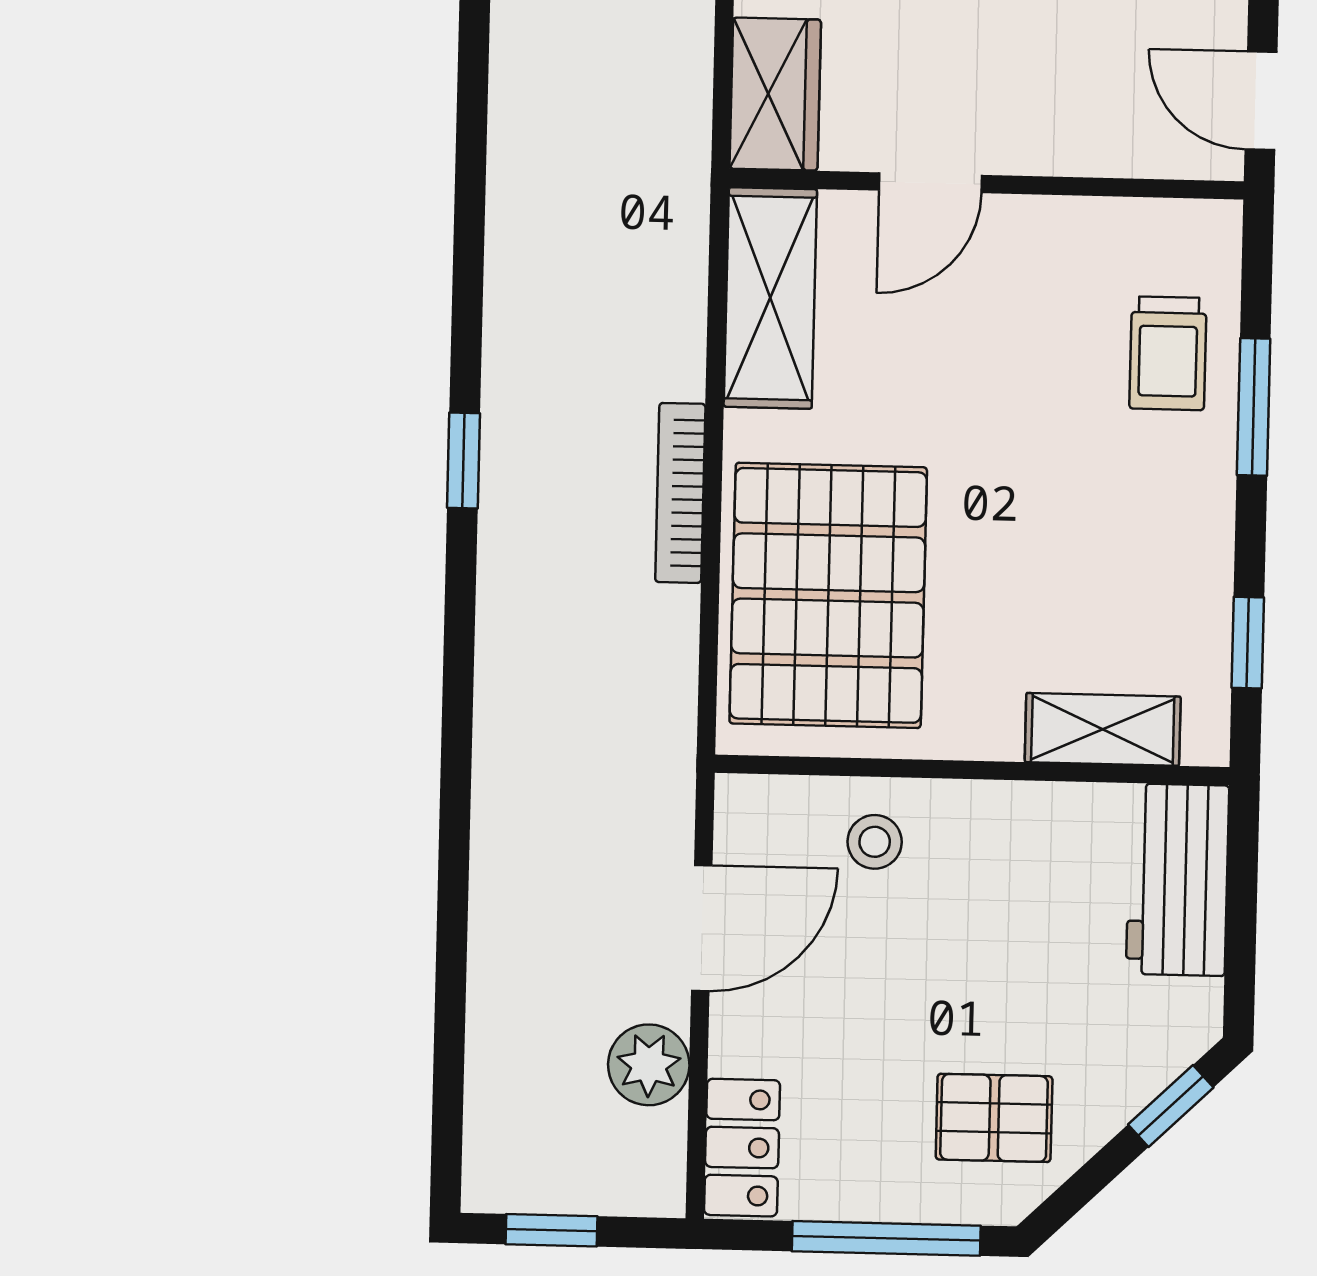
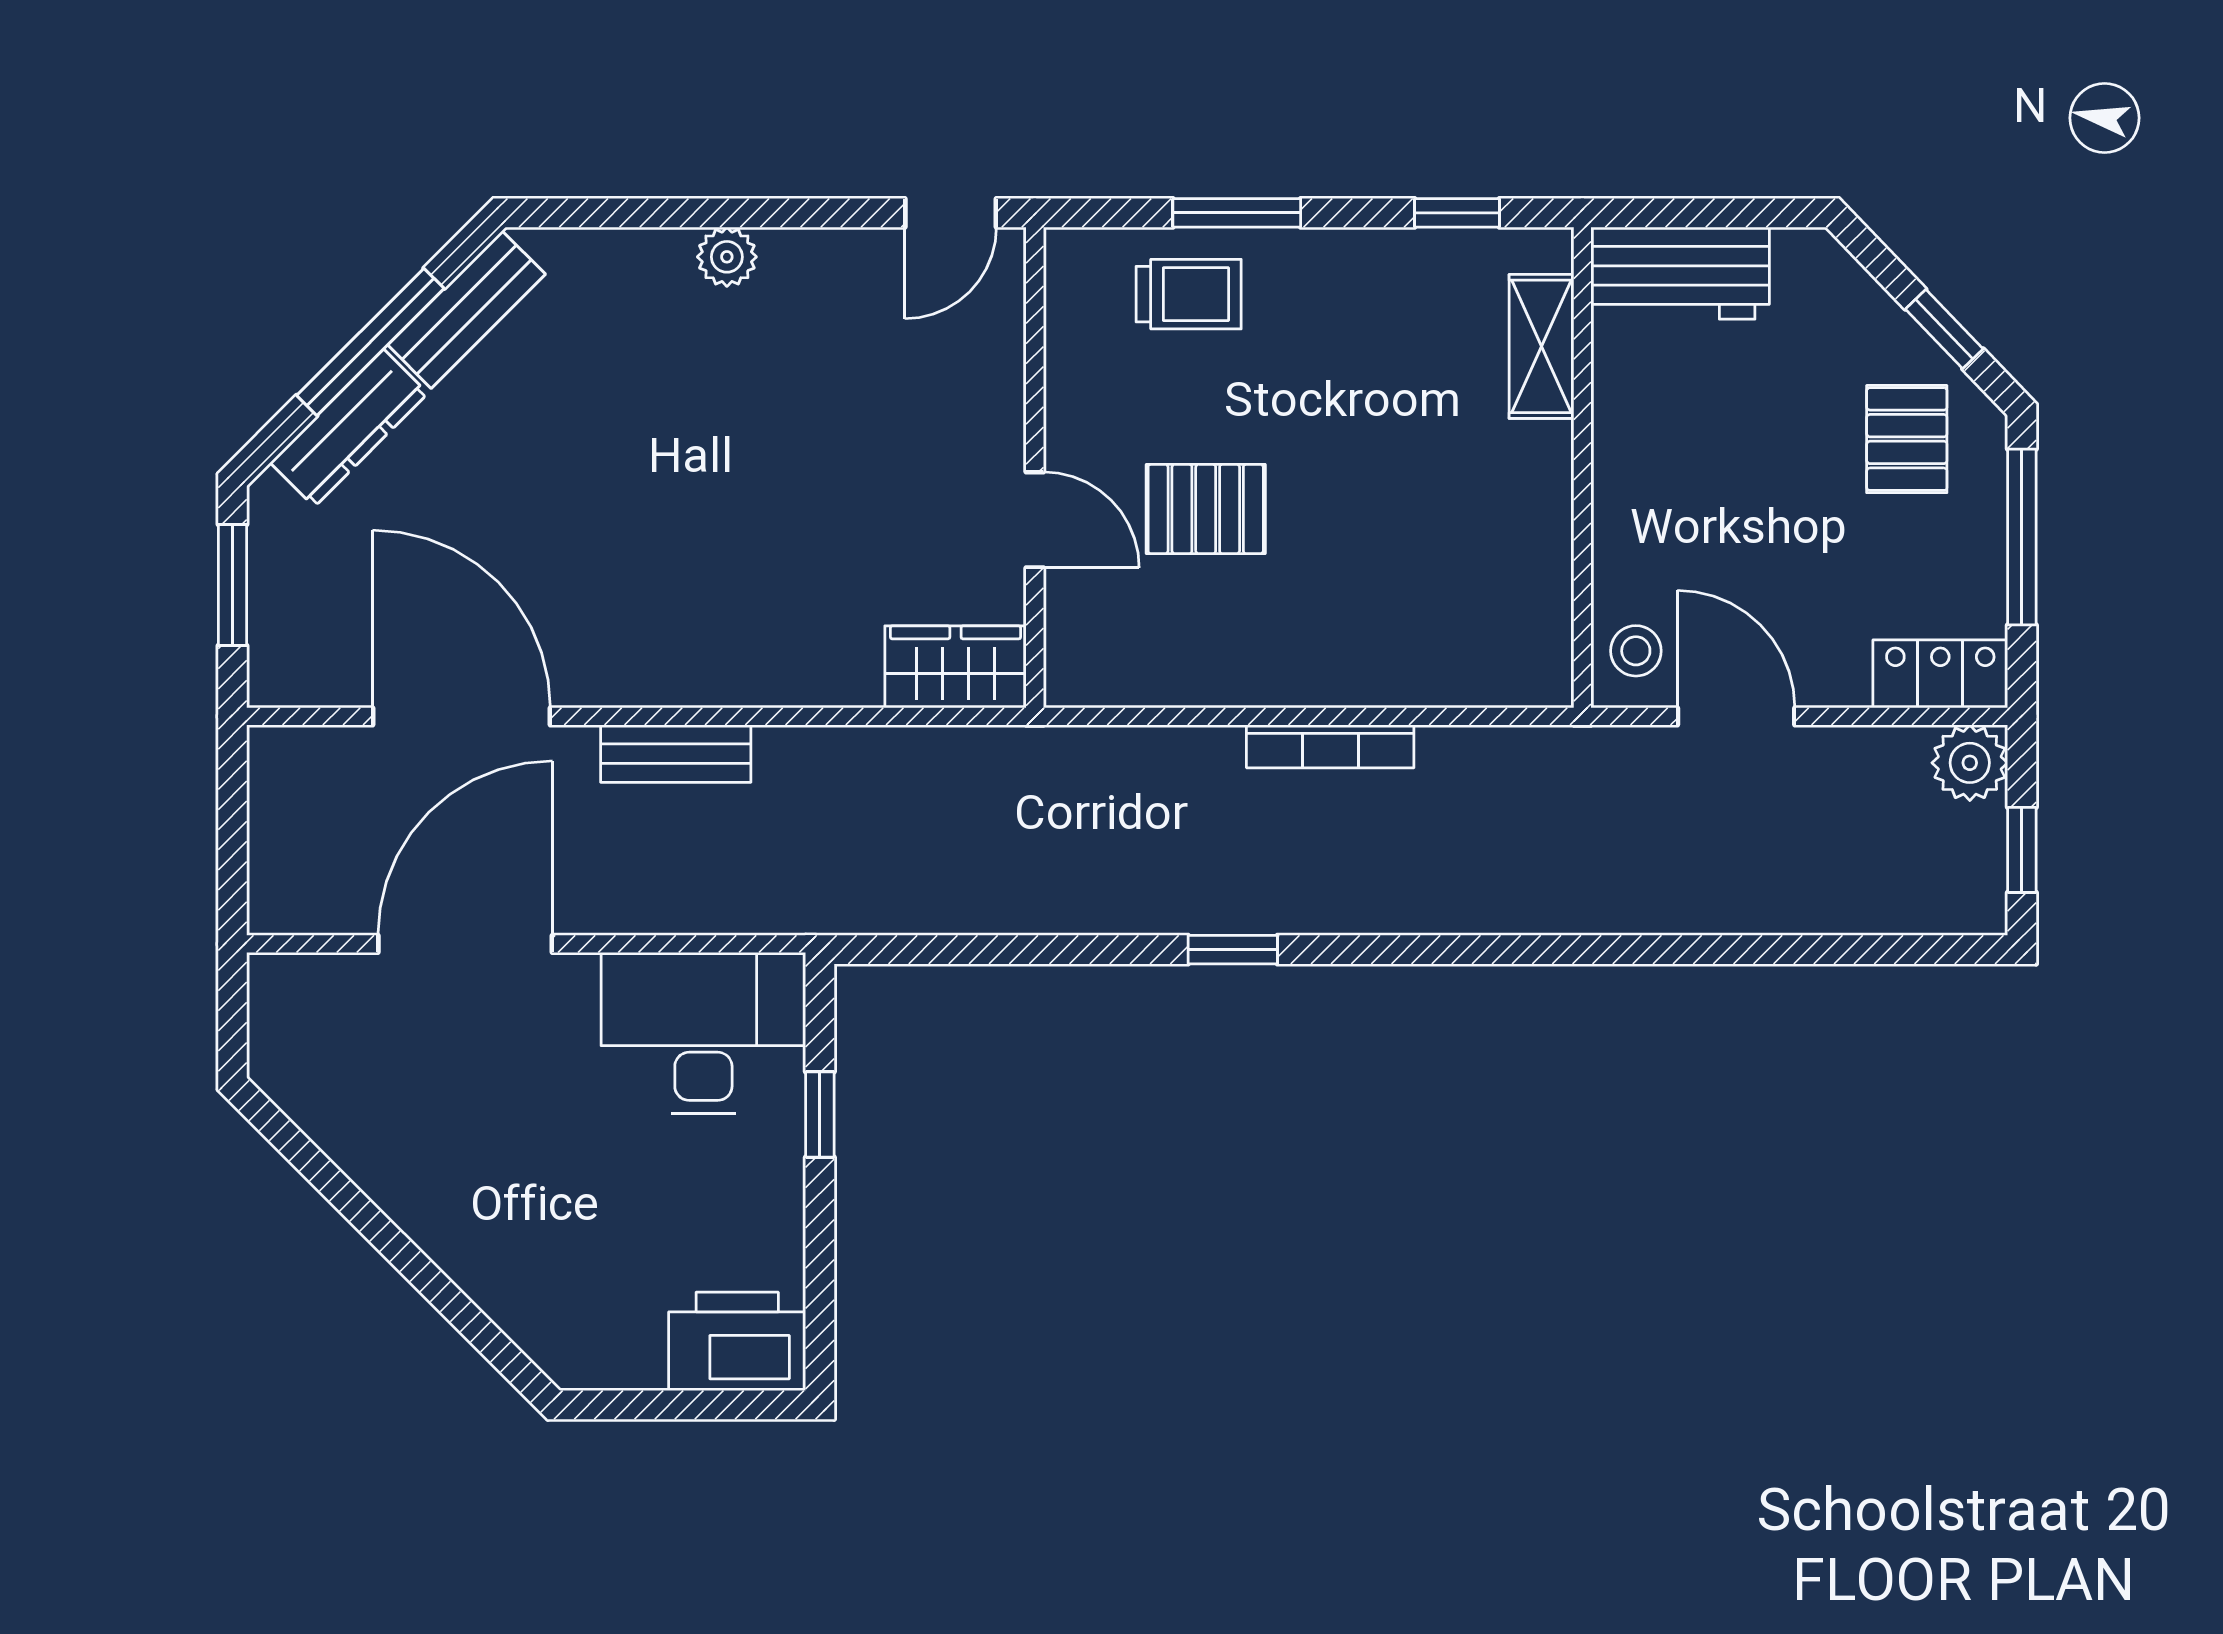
shelving: (770, 298) -> (1146, 667), removed
window: (463, 461) -> (1233, 950), moved
pallet: (828, 595) -> (1206, 509), moved, width x0.49, depth x0.50
stool: (875, 842) -> (1636, 651), moved
plant: (649, 1065) -> (1970, 763), moved
window: (1171, 1106) -> (1944, 329), moved

